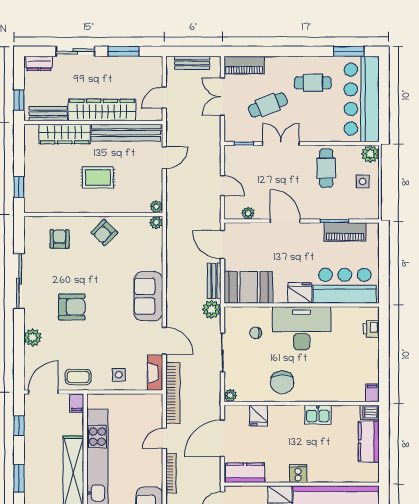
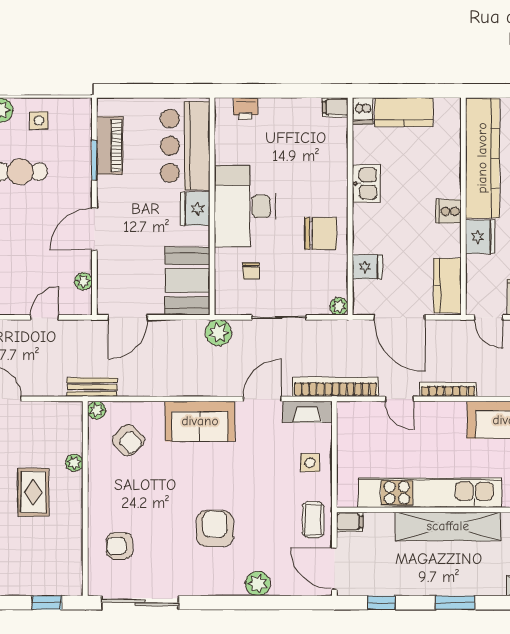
plant: (156, 207) -> (74, 463), moved
armchair: (104, 233) -> (128, 440), moved
sliding door: (19, 281) -> (140, 603), moved
bench: (214, 281) -> (92, 387), moved

